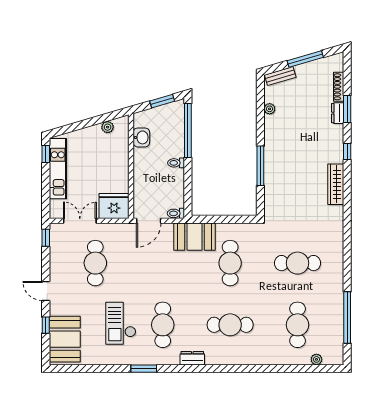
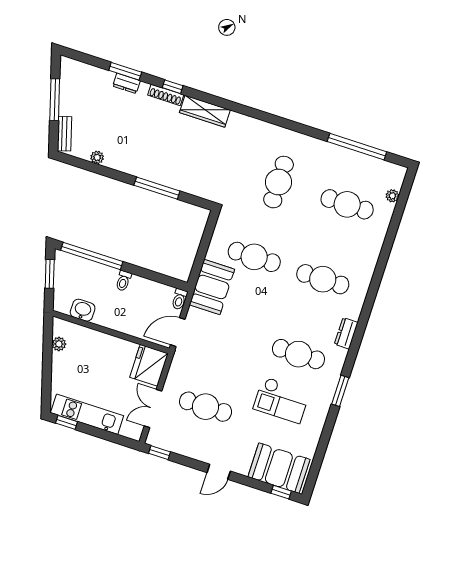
shoe rack: (339, 87) -> (166, 95), moved
door: (149, 221) -> (178, 332), swing flipped
window: (46, 325) -> (281, 492), moved
cafe table: (230, 325) -> (323, 279), turned 90

